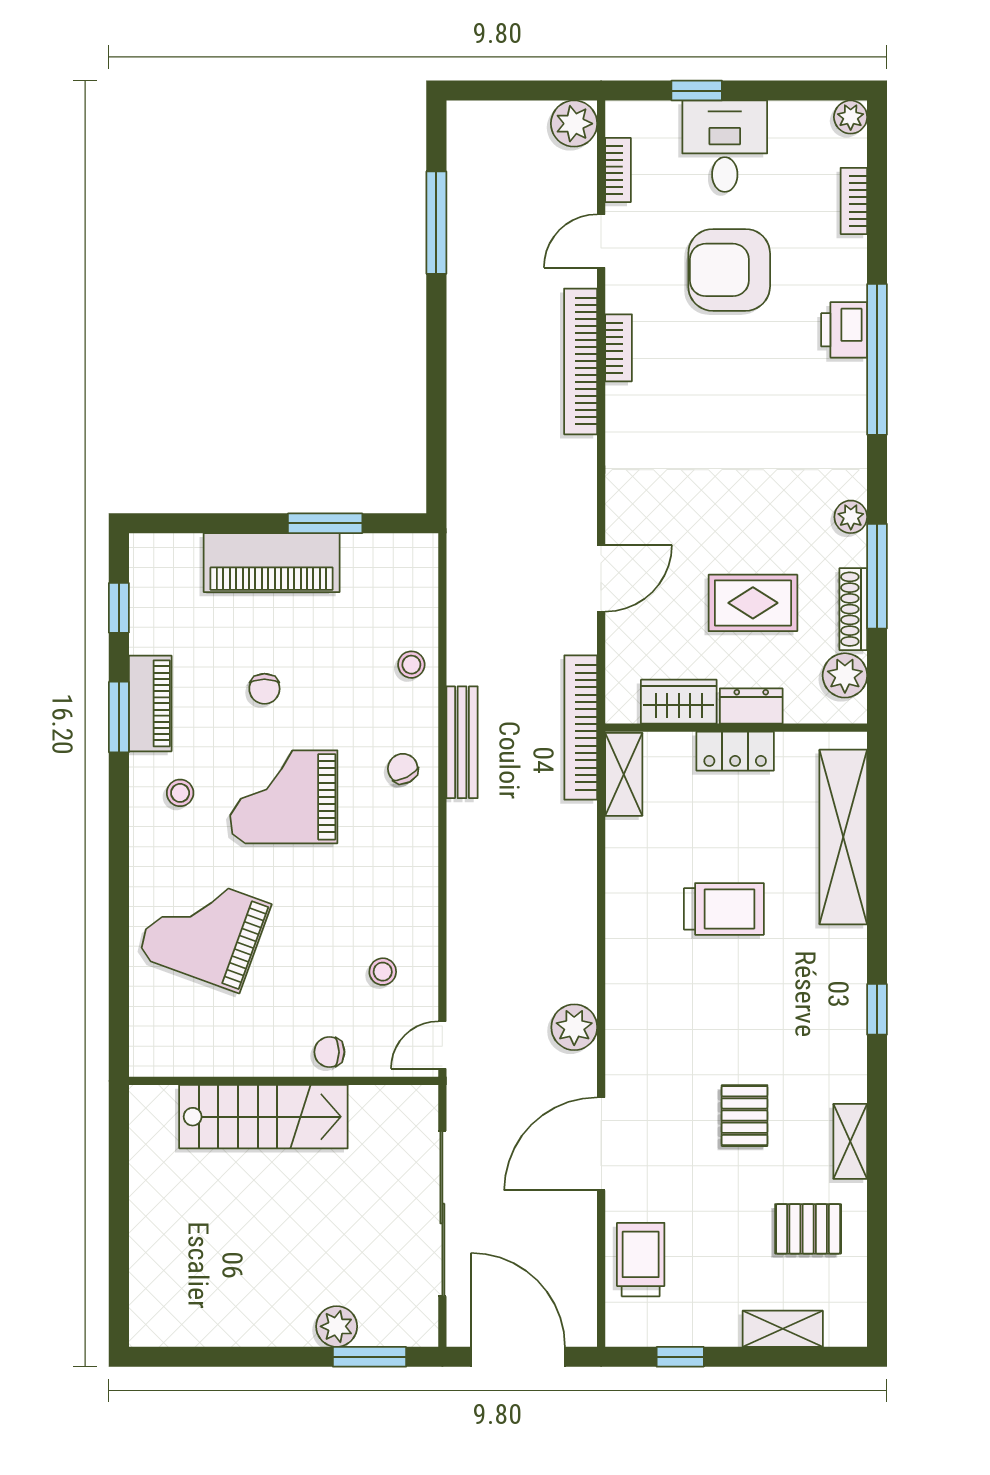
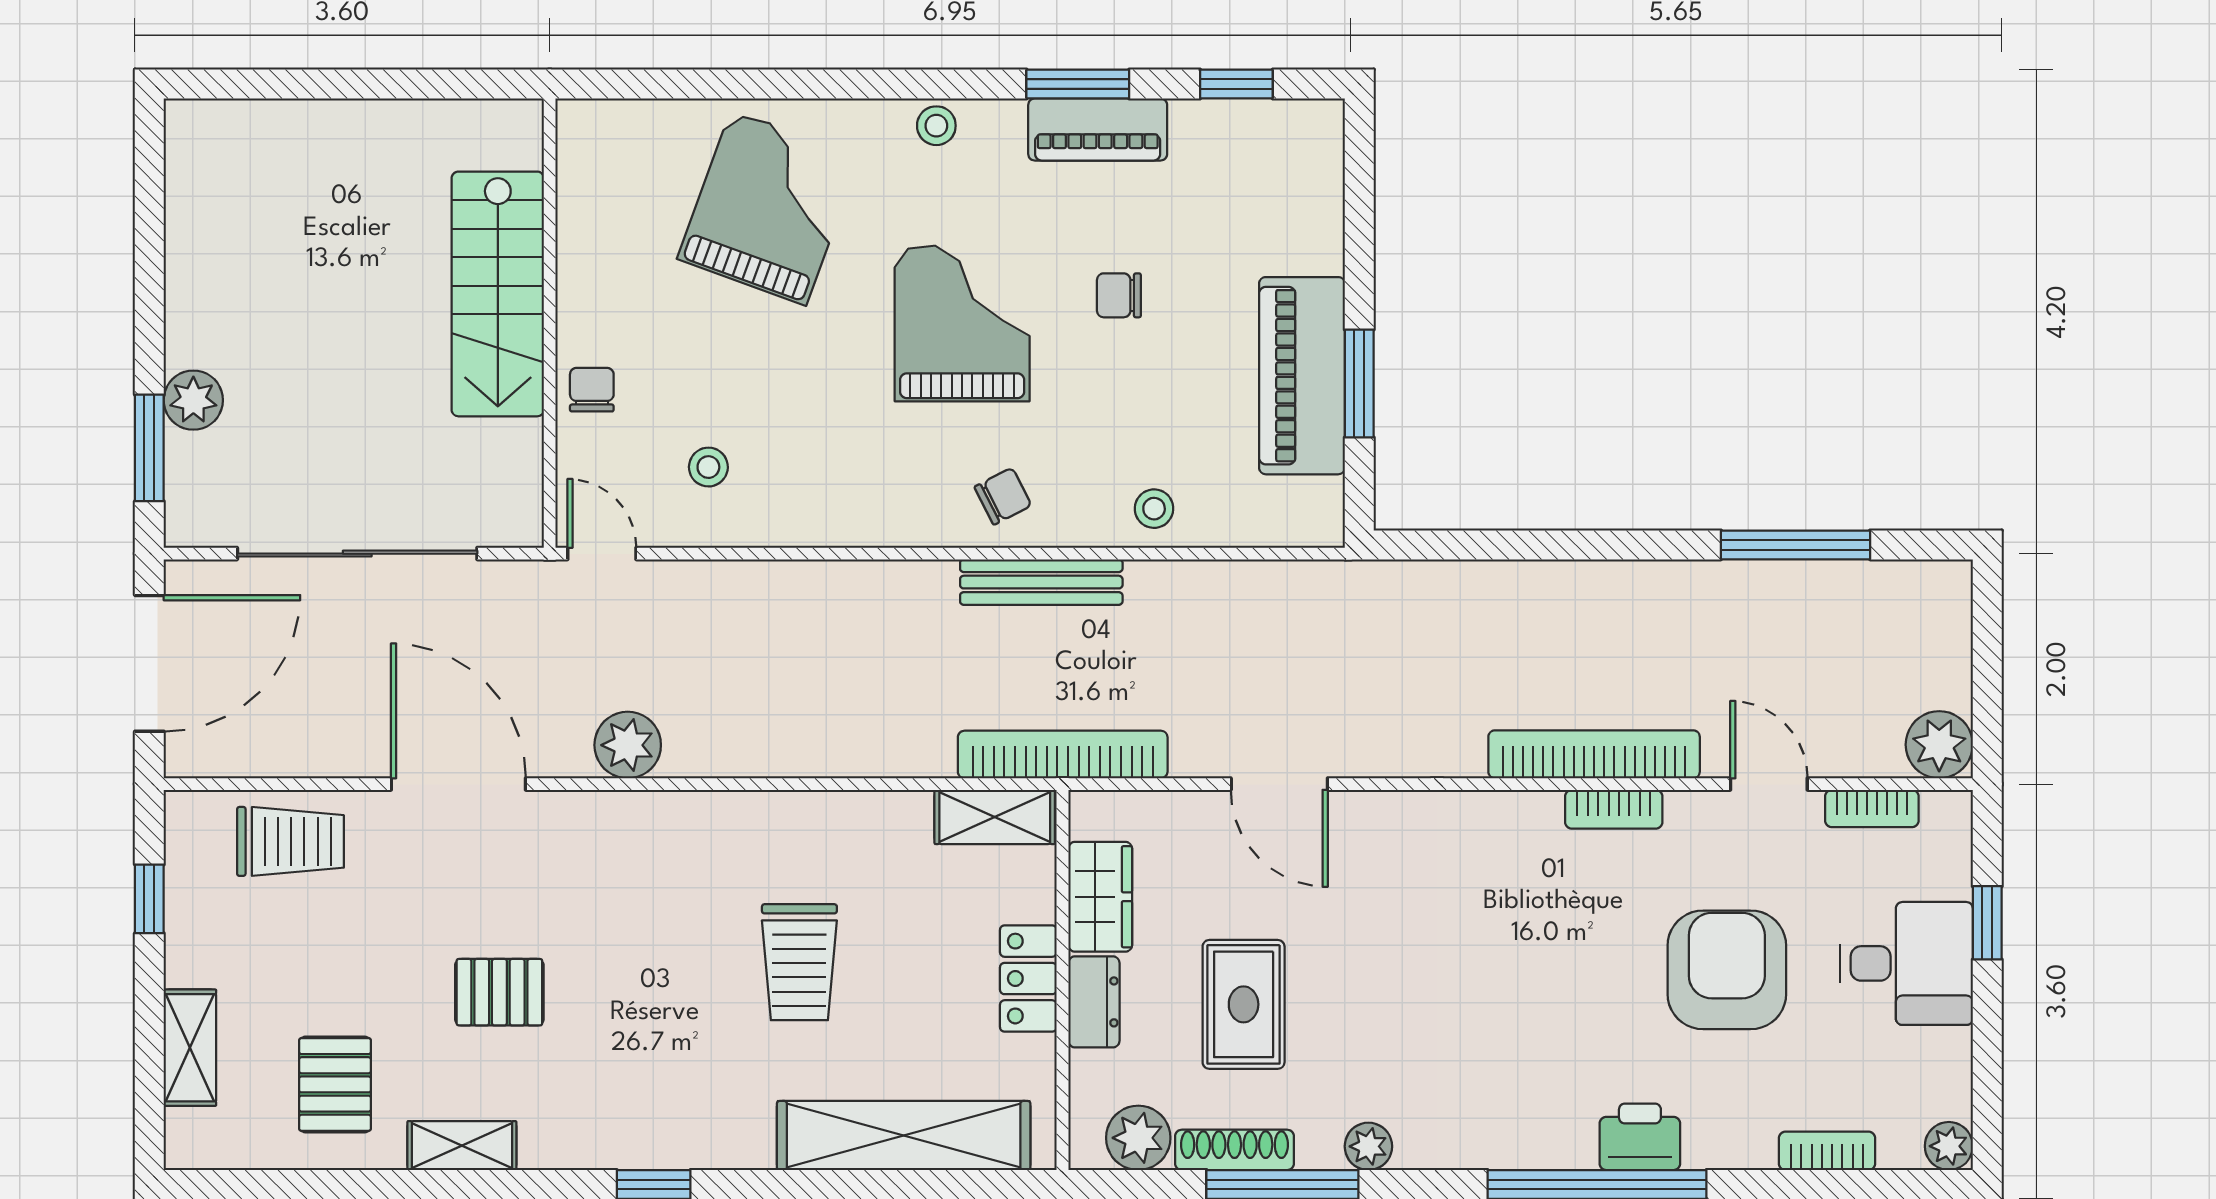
piano: (272, 563) -> (1302, 376), moved
stool: (180, 793) -> (936, 126), moved

